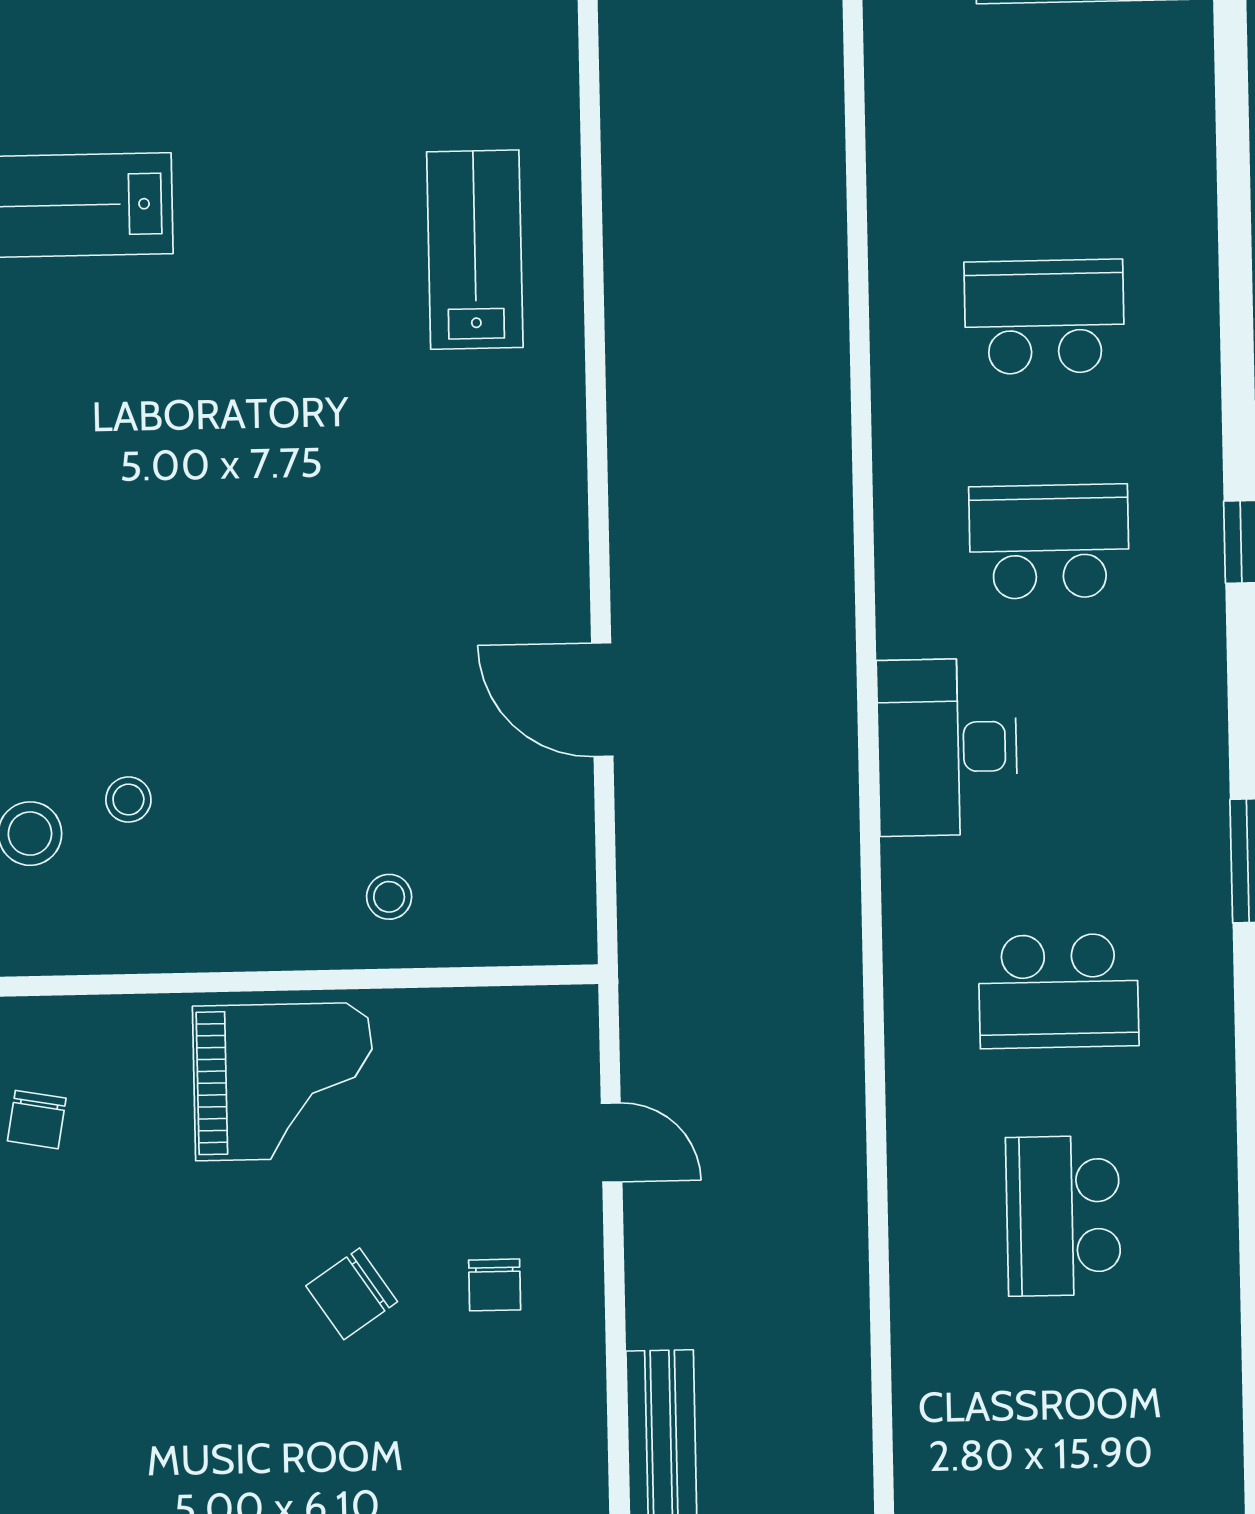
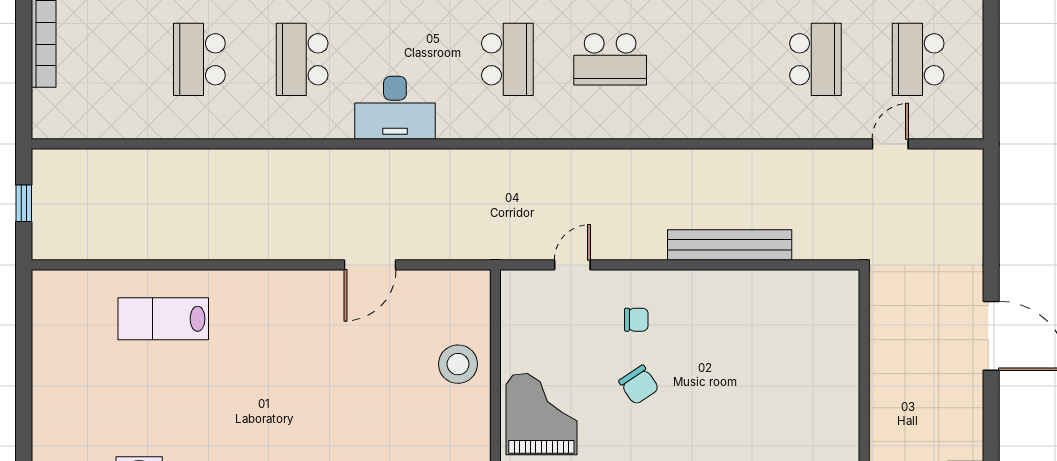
stool: (389, 897) -> (458, 364), width x1.89, depth x1.89

